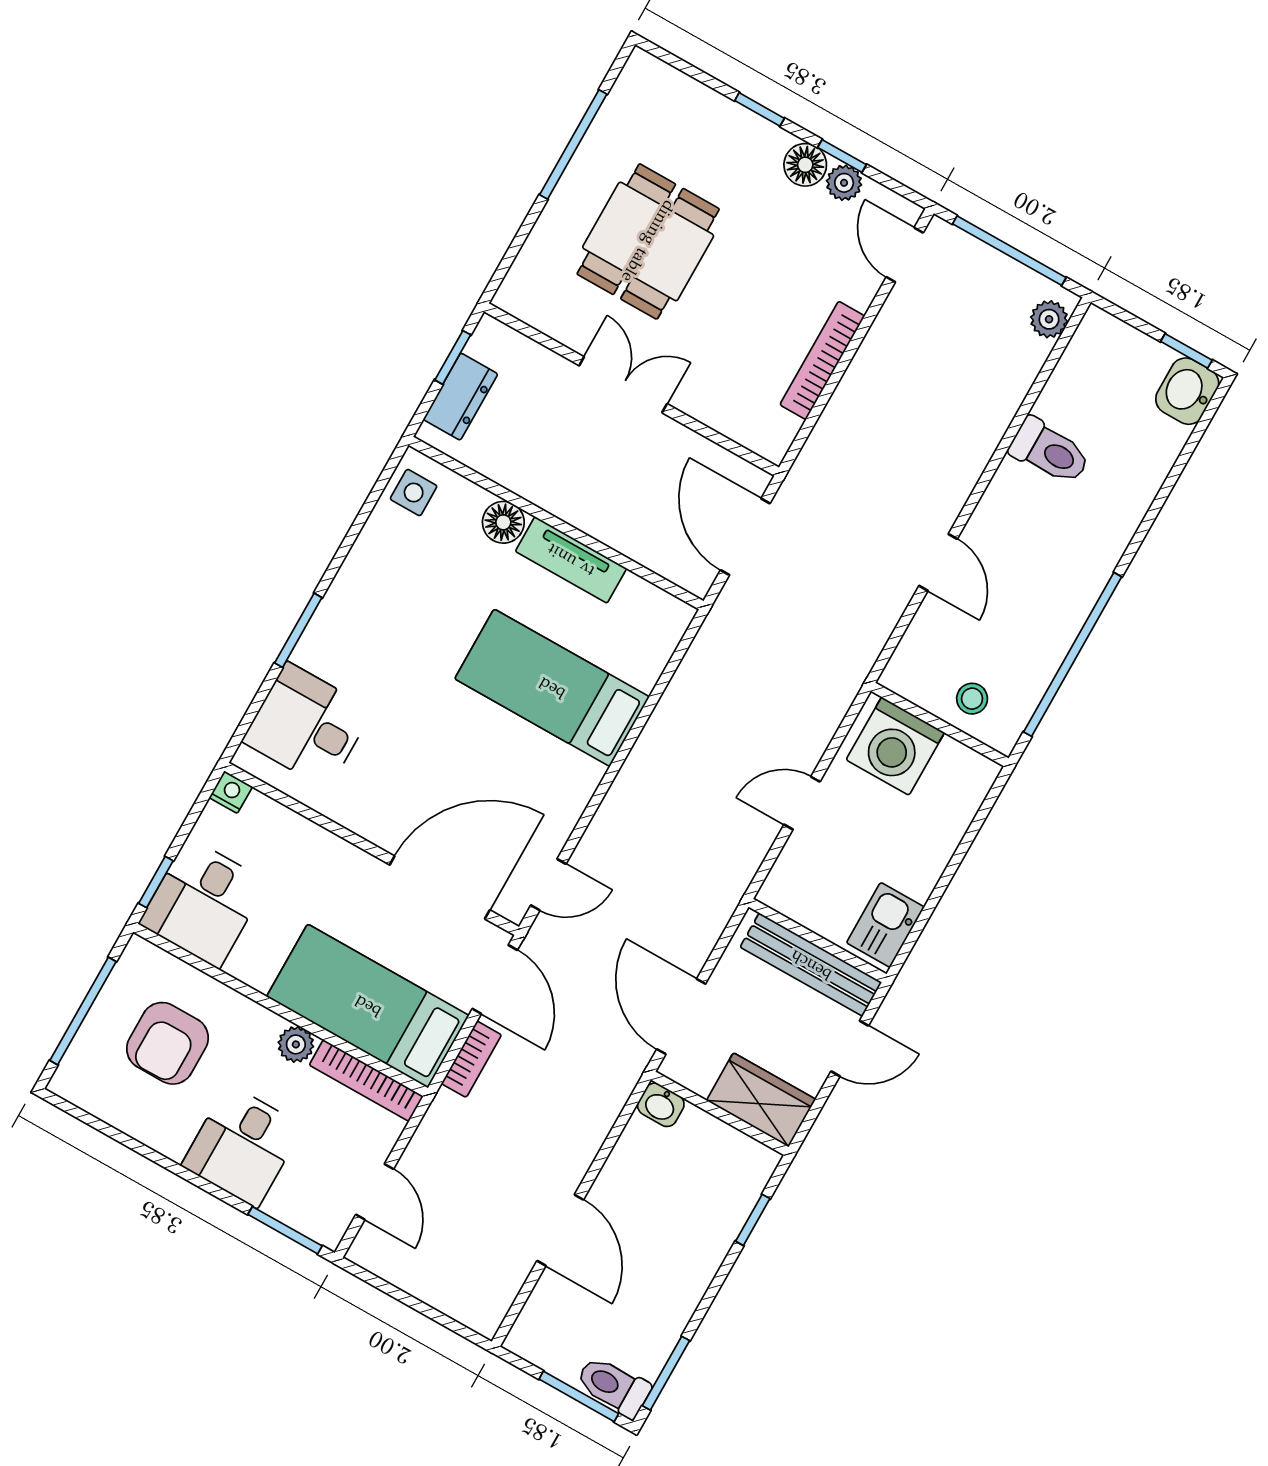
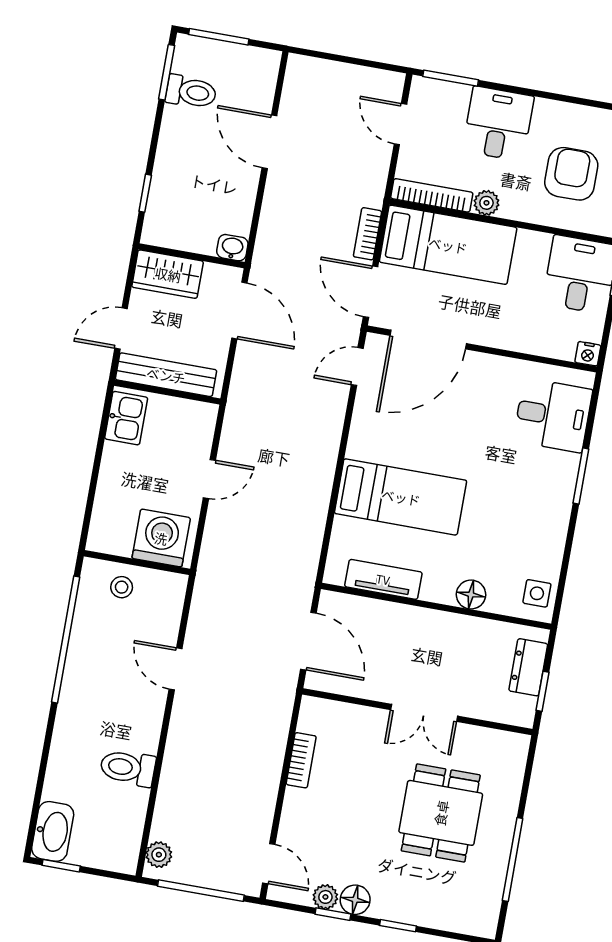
bookcase: (822, 360) -> (301, 760), width x0.64
washbasin: (1187, 391) -> (53, 831), width x1.38
tv unit: (571, 560) -> (383, 579), moved
toilet: (613, 1386) -> (191, 92), moved

